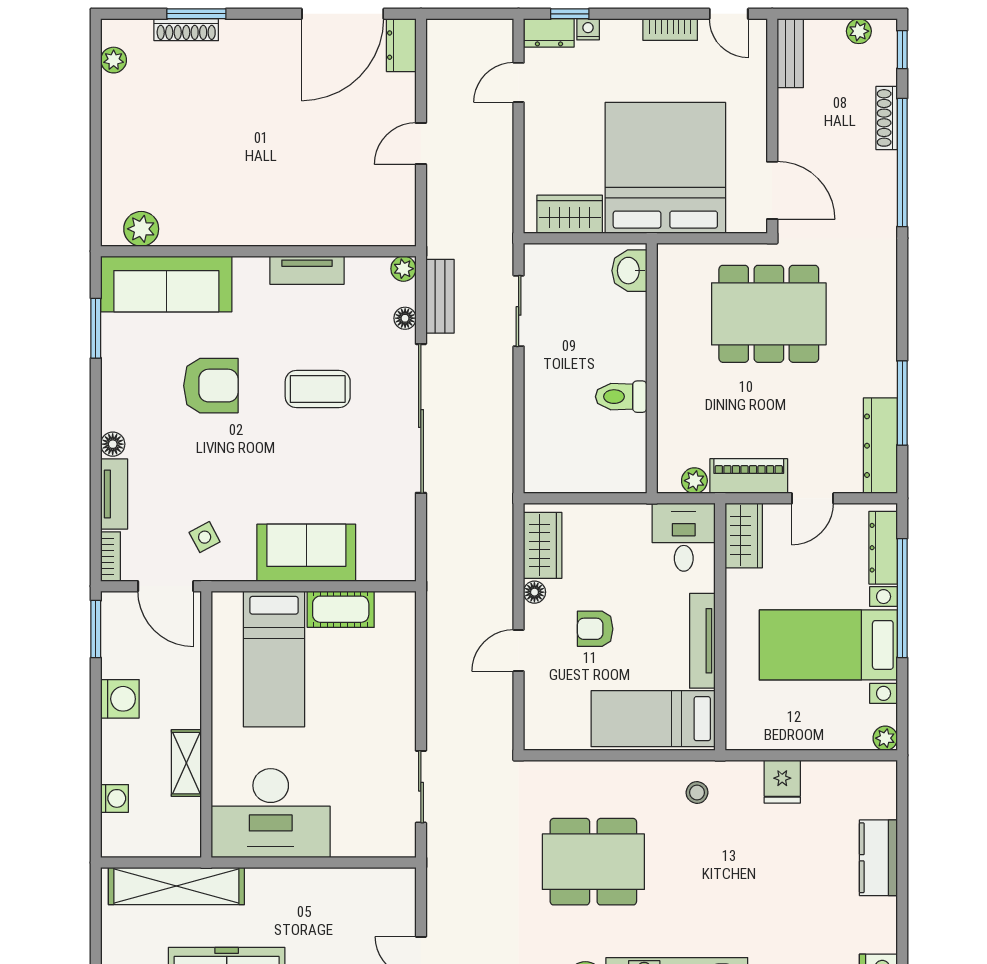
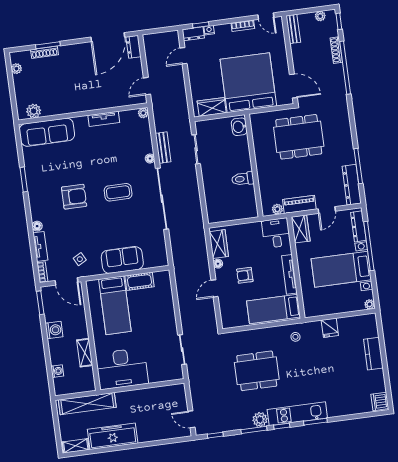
plant: (141, 229) -> (34, 111), moved
wall: (258, 251) -> (83, 114), moved
plant: (403, 269) -> (143, 113), moved
tv unit: (307, 270) -> (104, 119), moved
sofa: (166, 284) -> (47, 132), moved

